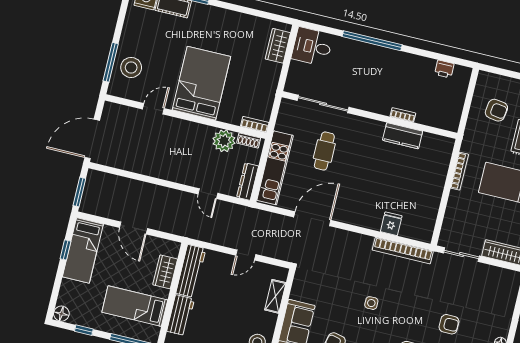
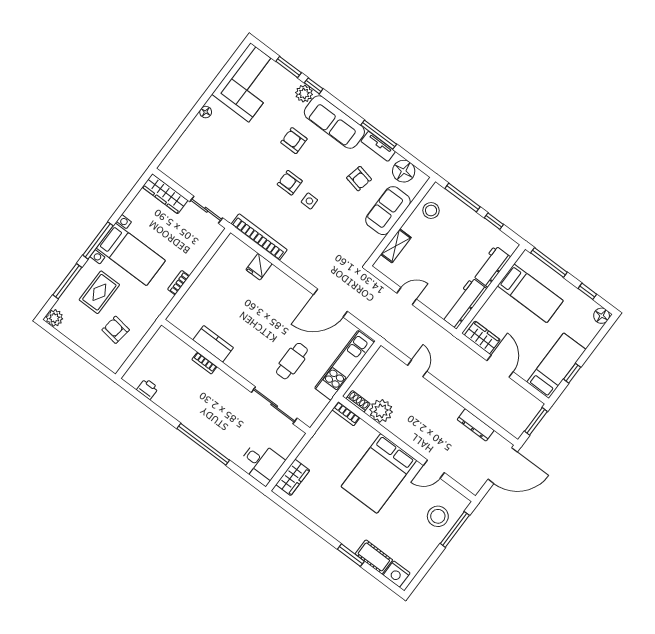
bookcase: (459, 171) -> (179, 283), width x0.64
dresser: (248, 182) -> (476, 425), moved, turned 90
wardrobe: (165, 272) -> (482, 337), moved, turned -90
armchair: (449, 324) -> (290, 183), moved

